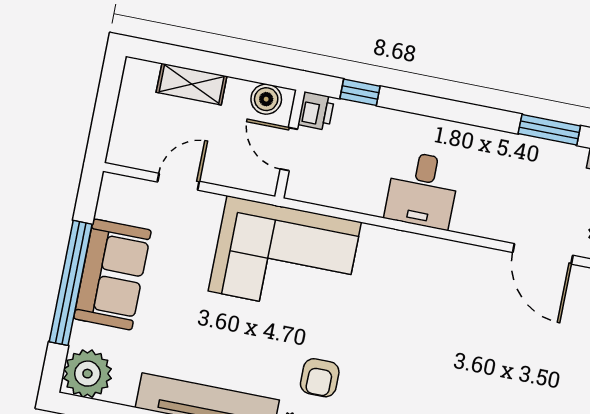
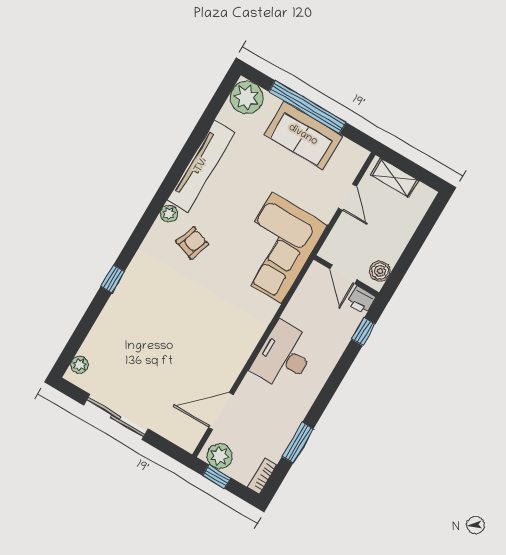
shelving: (192, 84) -> (395, 178), moved, turned 90
door: (289, 149) -> (343, 274), swing flipped
desk: (422, 190) -> (284, 356), width x1.37
armchair: (320, 378) -> (192, 243), turned 109

